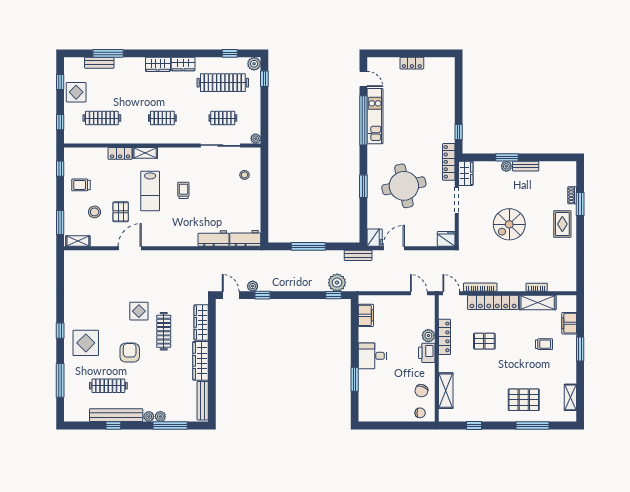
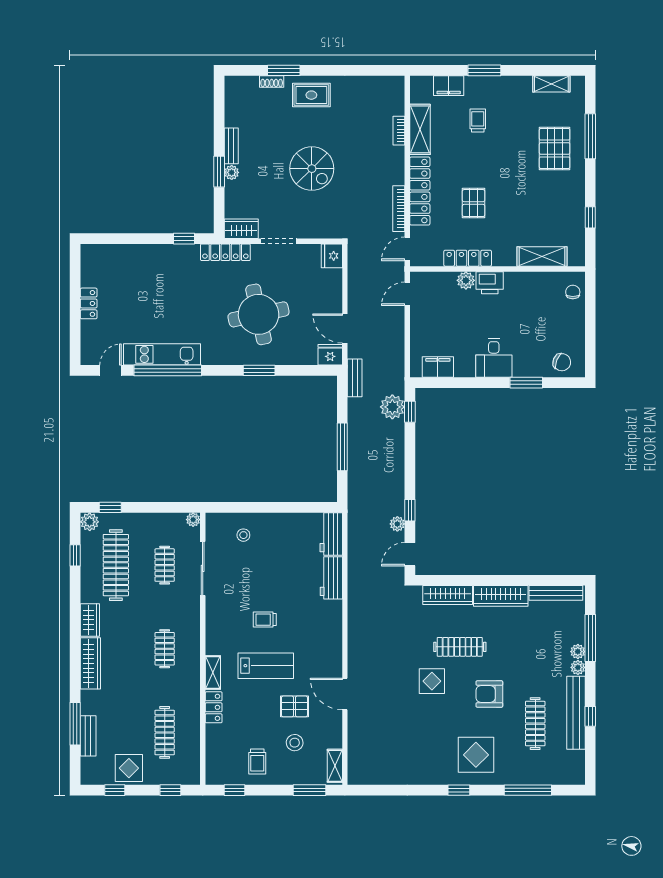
wardrobe: (158, 64) -> (90, 663), width x1.50
chair: (421, 391) -> (562, 362), moved

